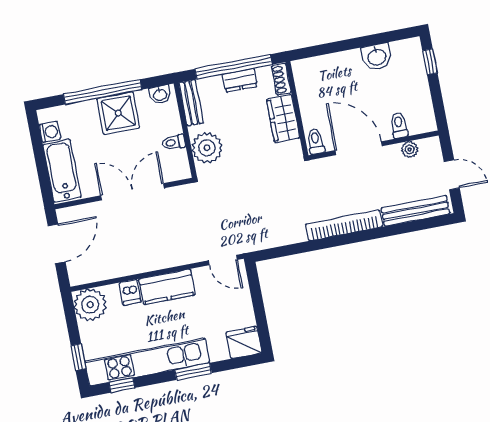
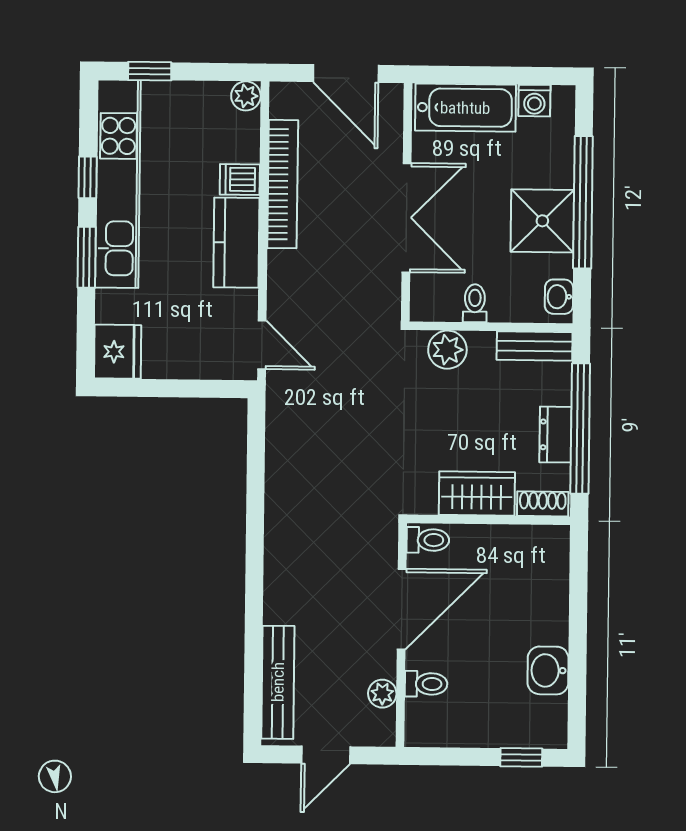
plant: (207, 148) -> (447, 350), width x0.73, depth x0.73
bookcase: (344, 225) -> (283, 184), moved
door: (223, 260) -> (262, 345), swing flipped
plant: (90, 305) -> (246, 96), width x0.53, depth x0.53
window: (122, 385) -> (88, 177), moved

